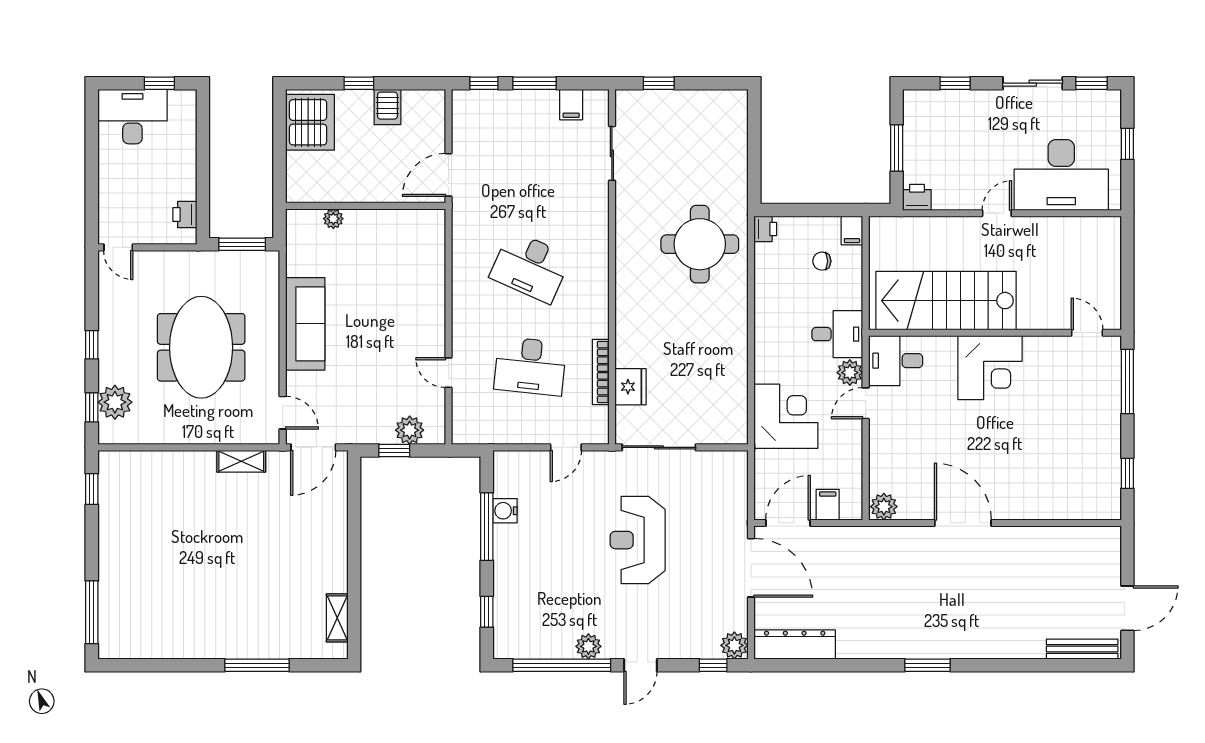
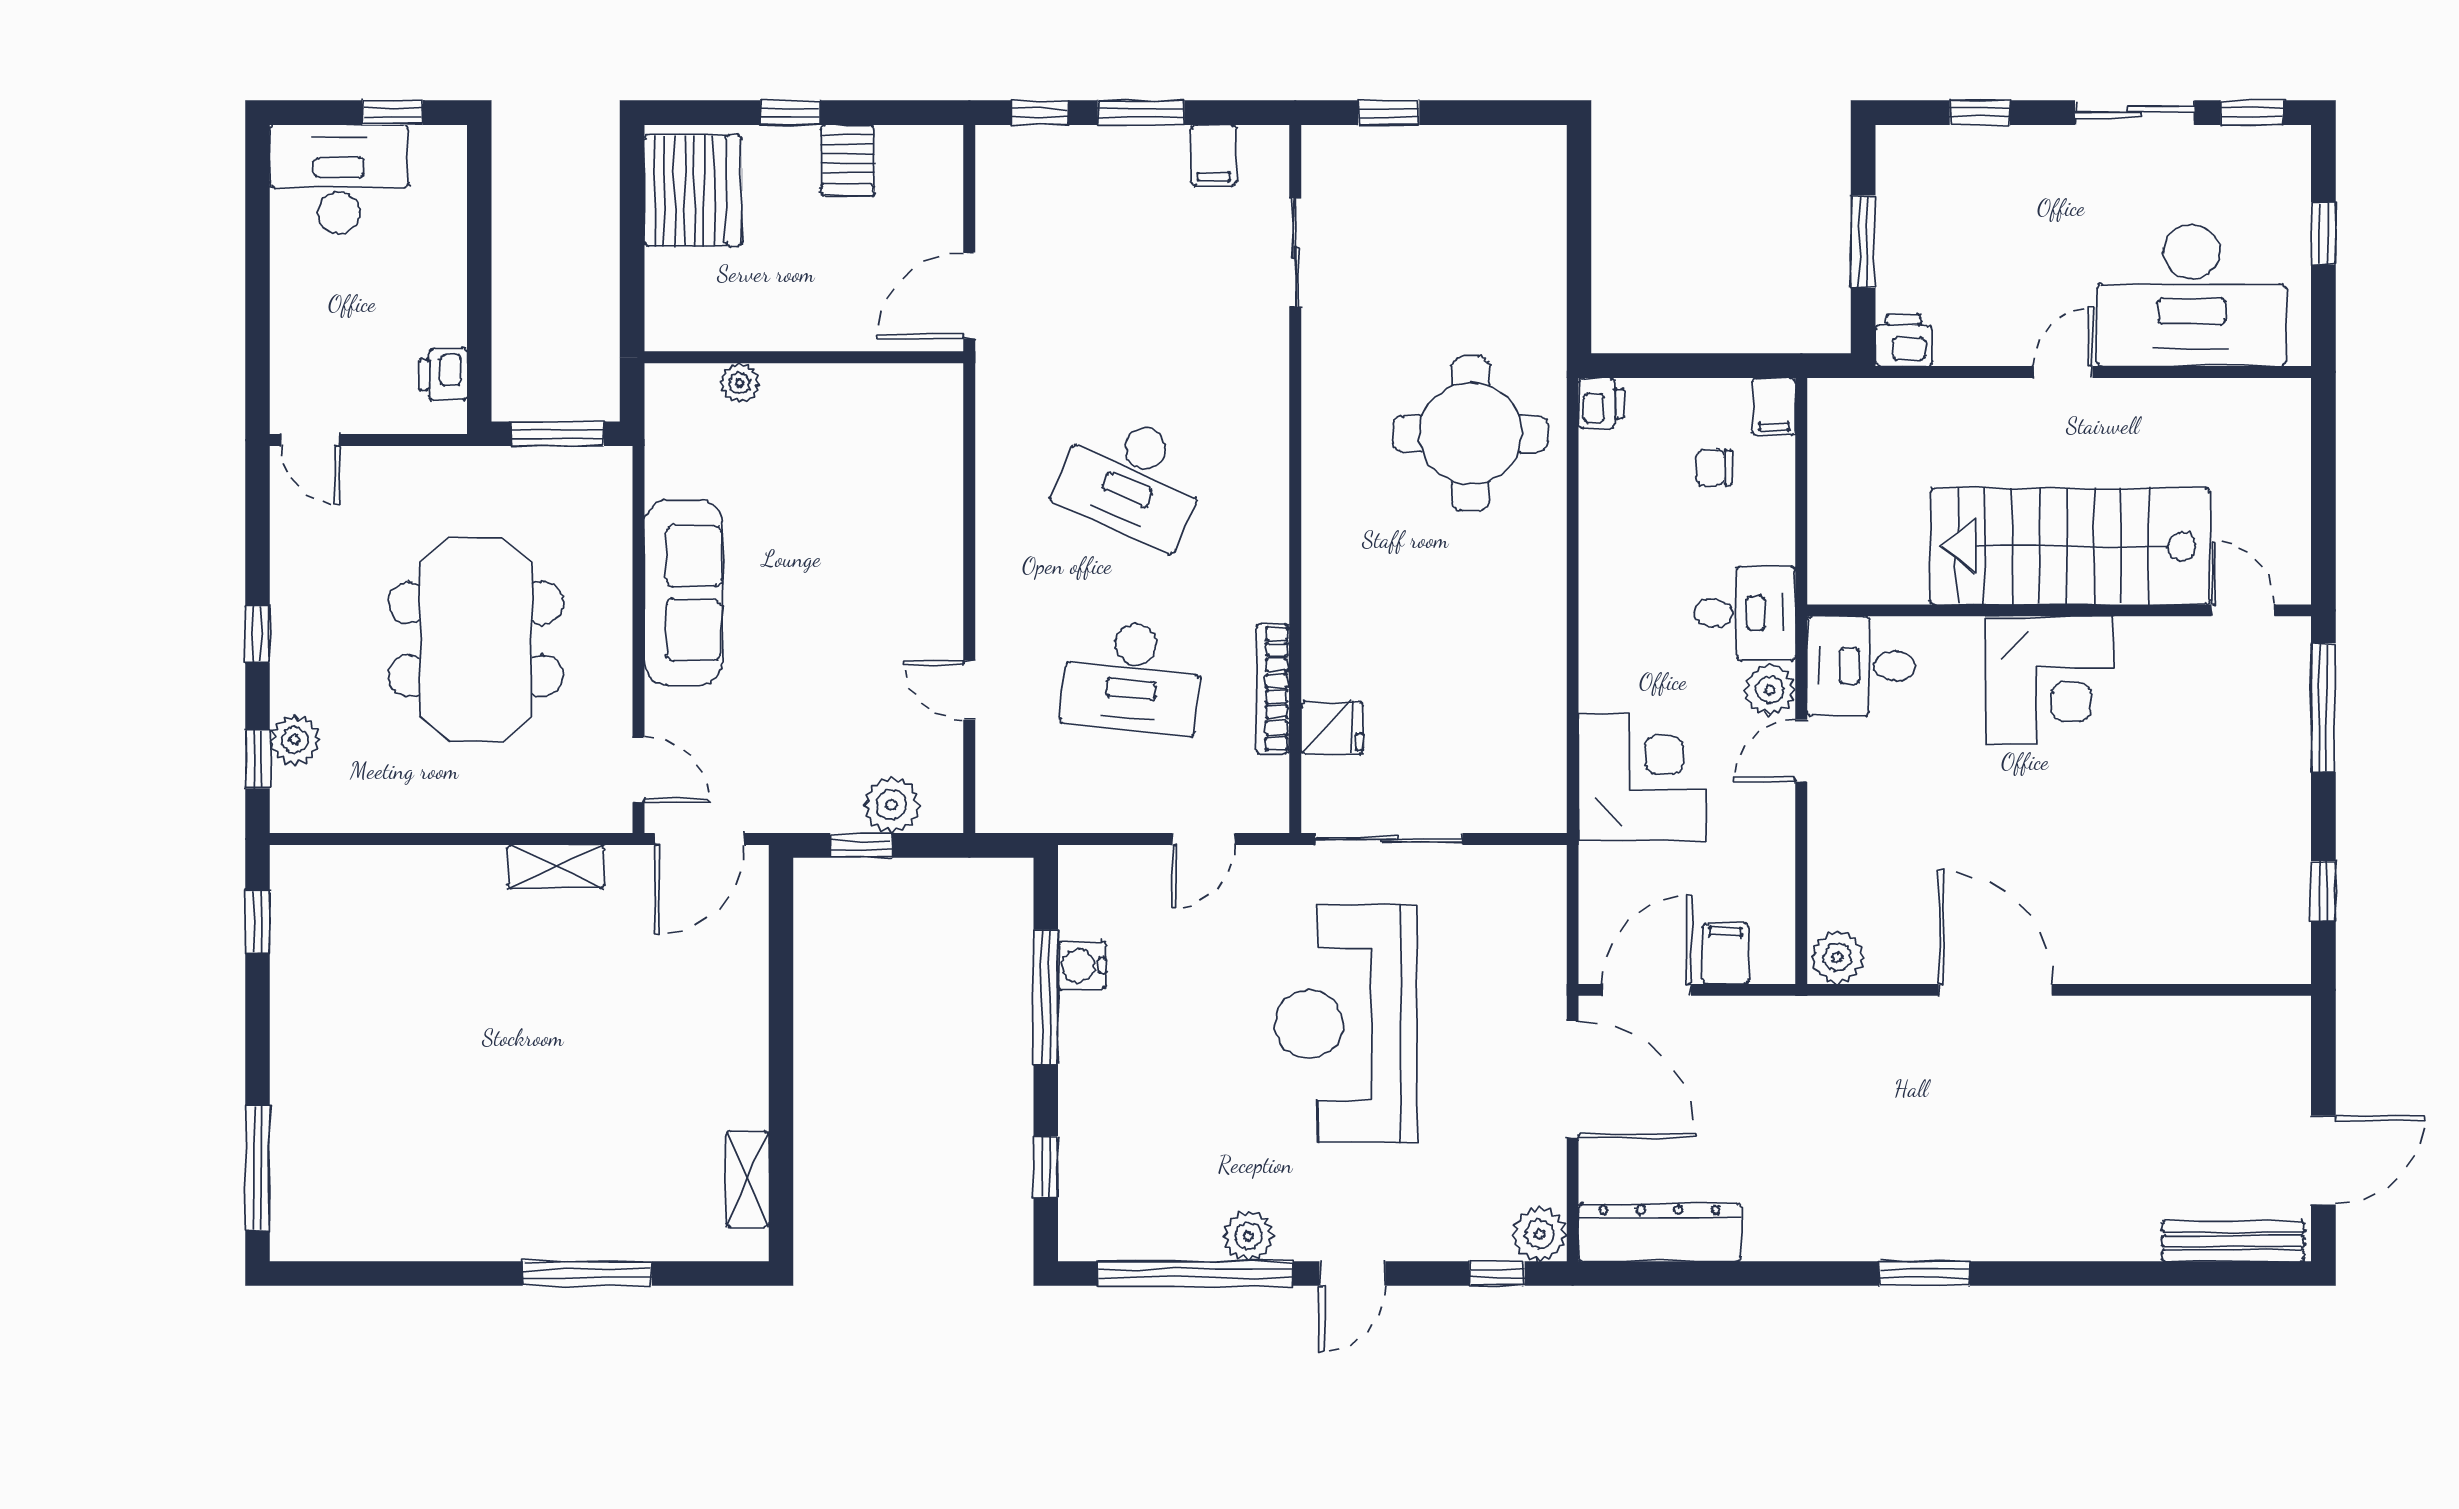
stairs: (946, 301) -> (2070, 546), moved
fridge: (630, 387) -> (1332, 728), width x0.72
plant: (115, 402) -> (295, 740), width x0.73, depth x0.73
reception desk: (638, 540) -> (1346, 1024), width x1.36, depth x1.30

